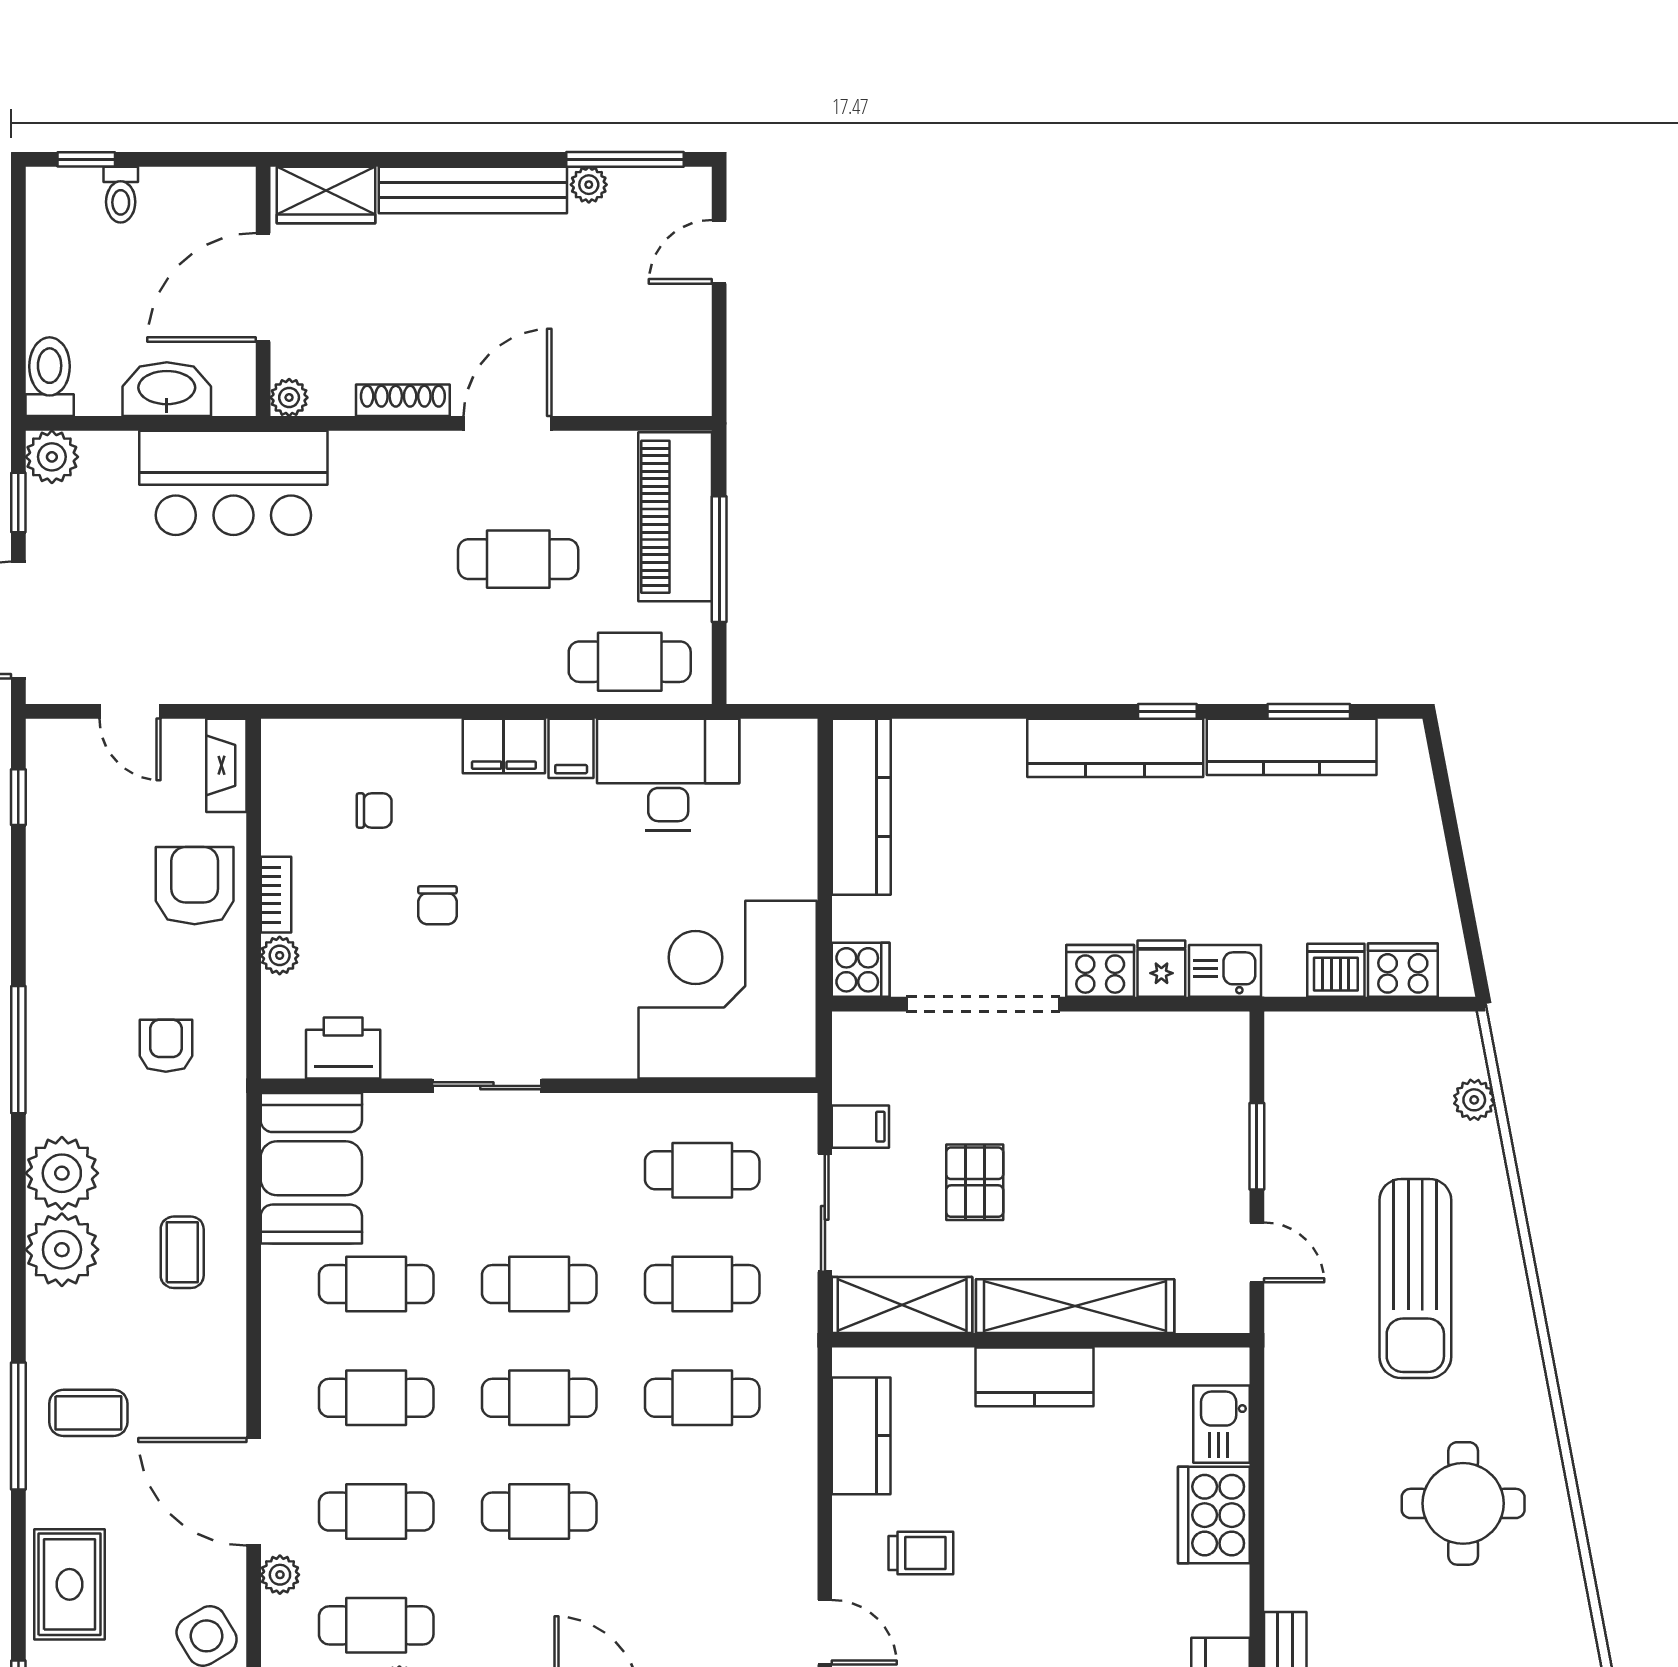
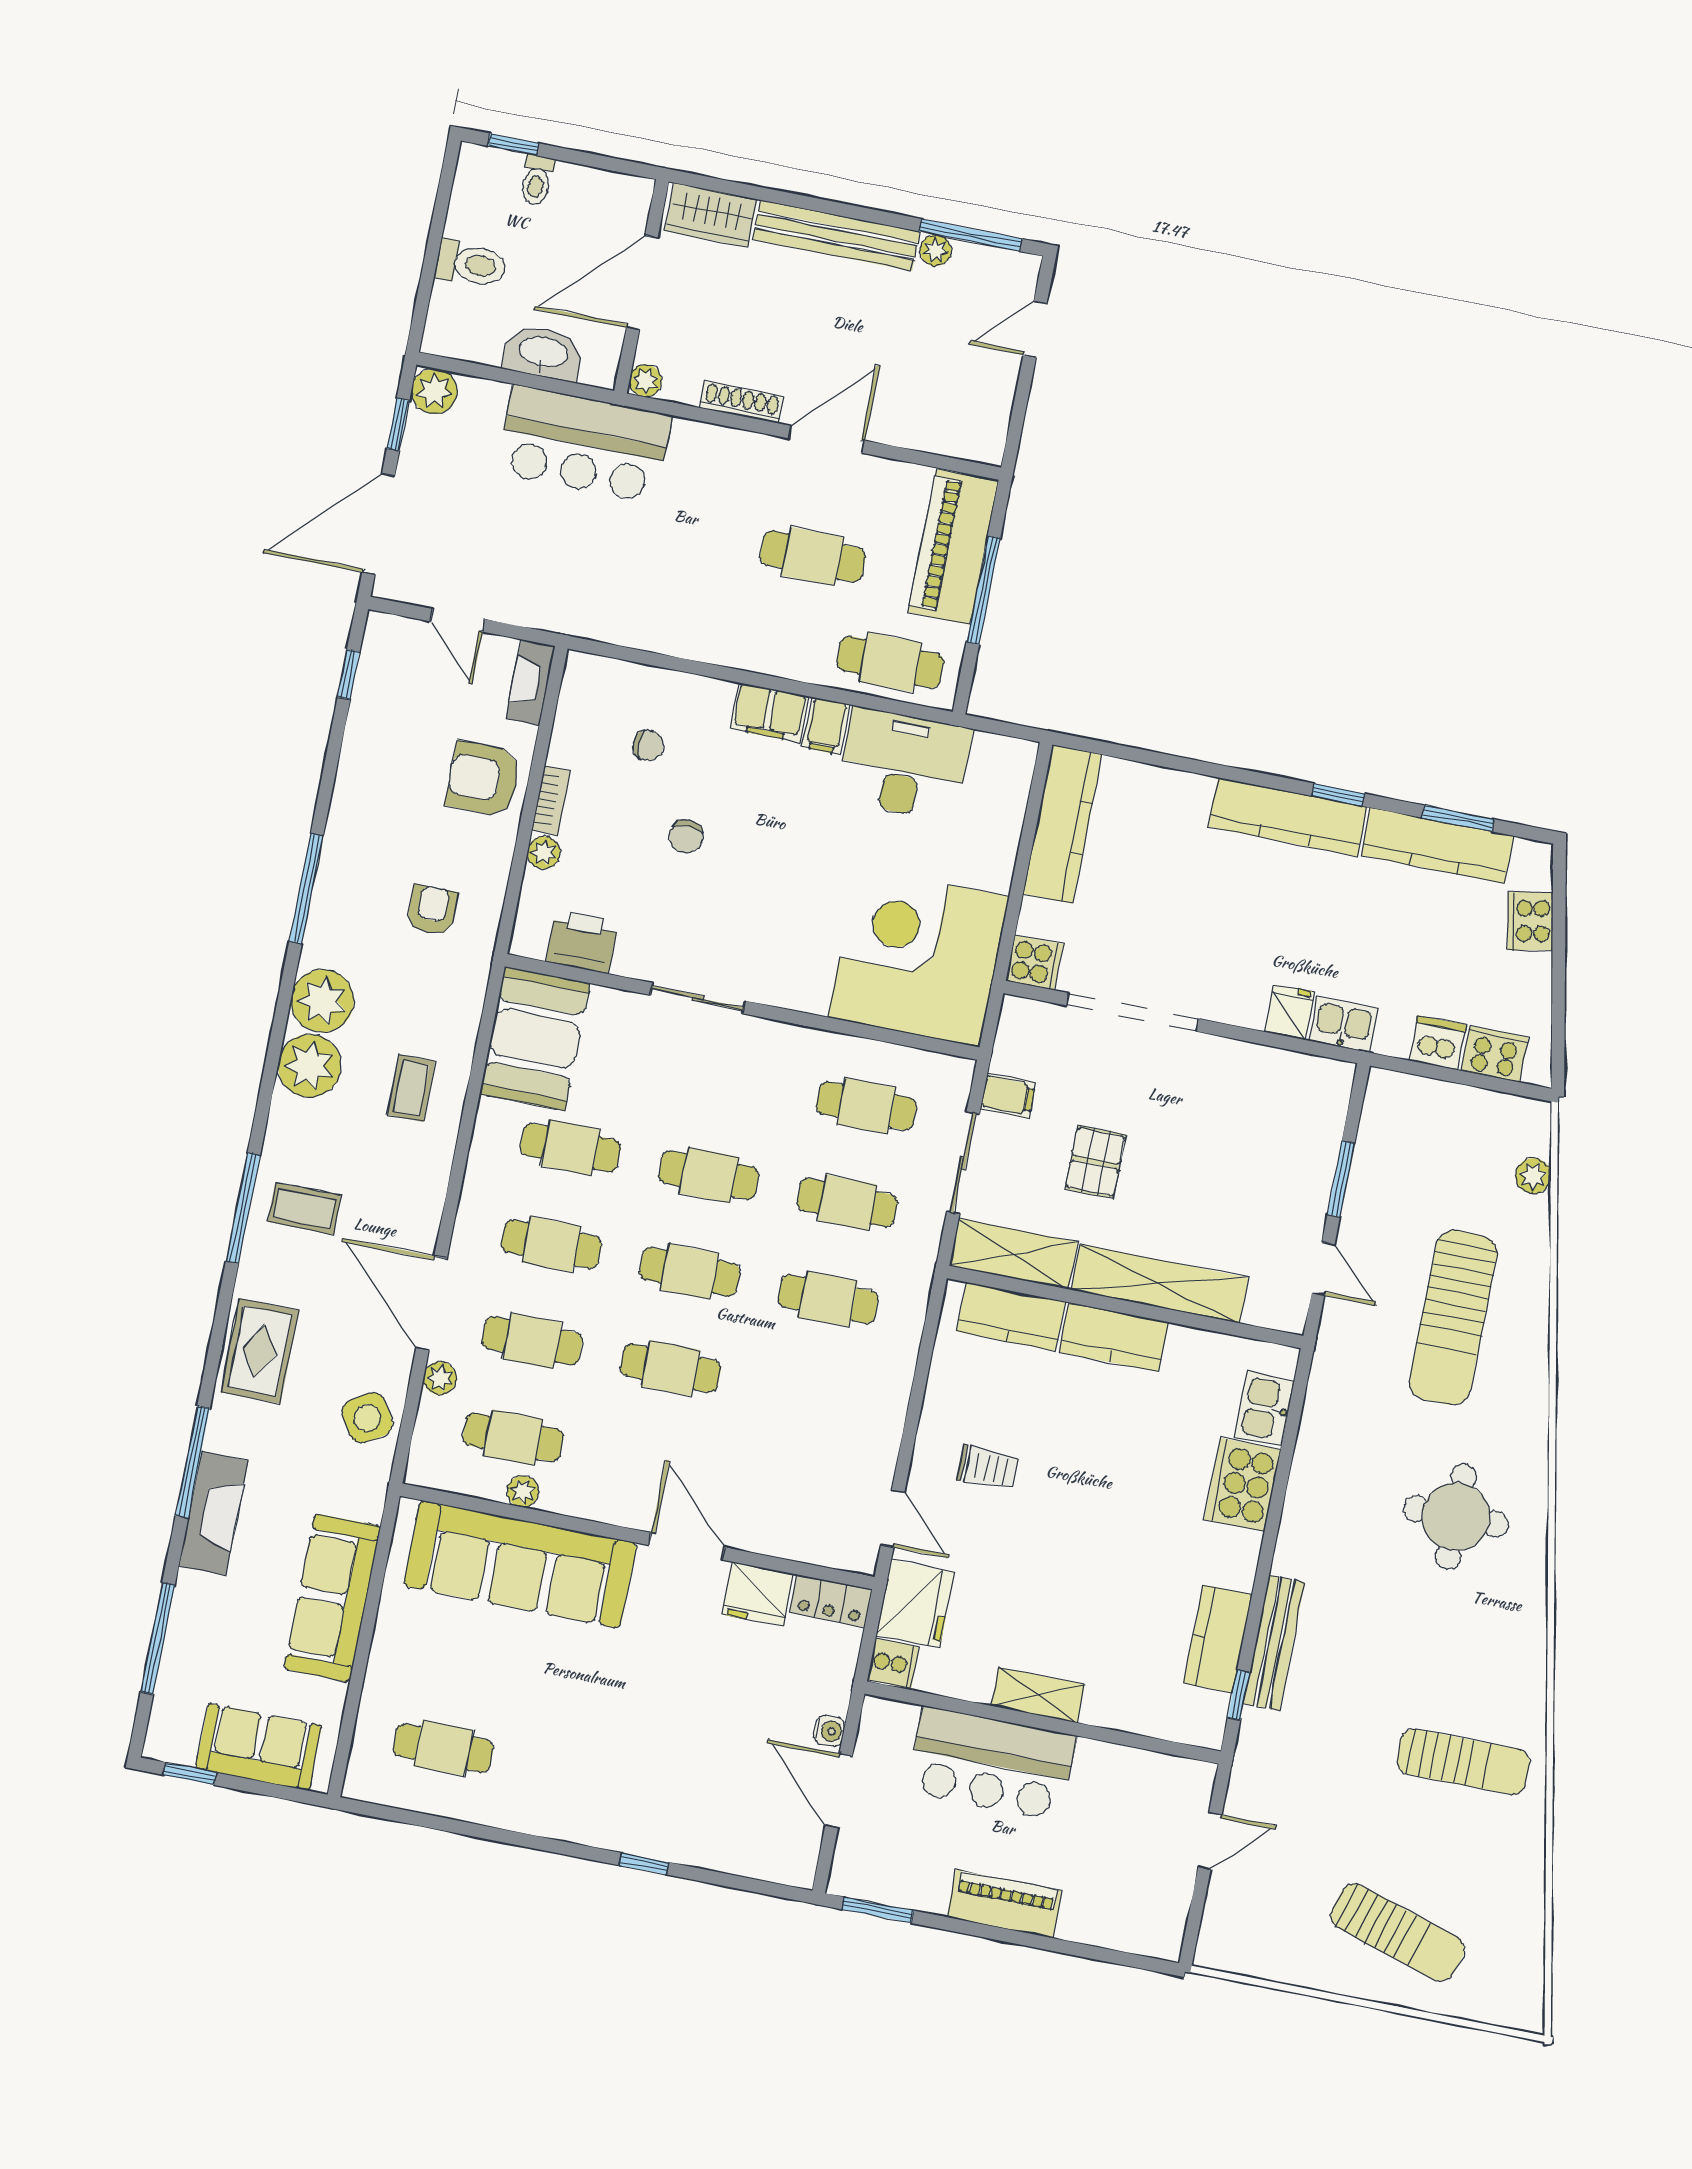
toilet: (50, 377) -> (471, 264), moved, turned 90
armchair: (195, 886) -> (483, 779), turned -90
cooker: (1100, 971) -> (1530, 921), moved, turned -101
kitchen counter: (861, 1436) -> (1011, 1317), moved, turned 90

